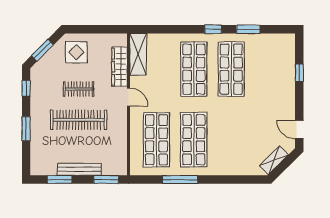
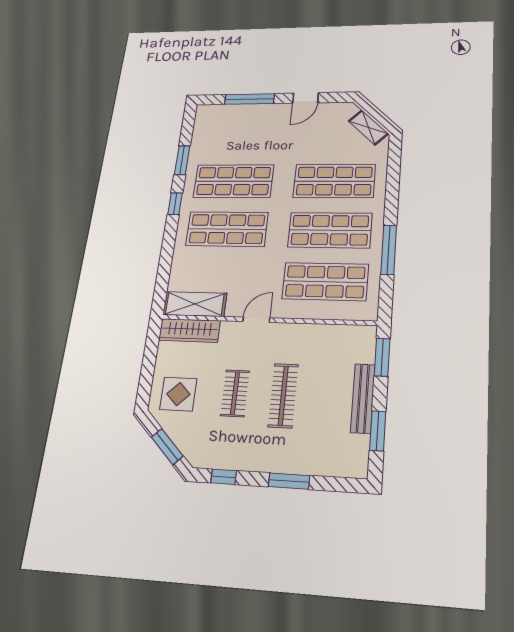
wardrobe: (120, 67) -> (190, 331), moved
window: (299, 73) -> (249, 99), width x2.17
clothes rail: (79, 120) -> (283, 396), width x0.73, depth x0.76
door: (299, 130) -> (306, 98), moved
shop shelf: (231, 140) -> (334, 181), added

